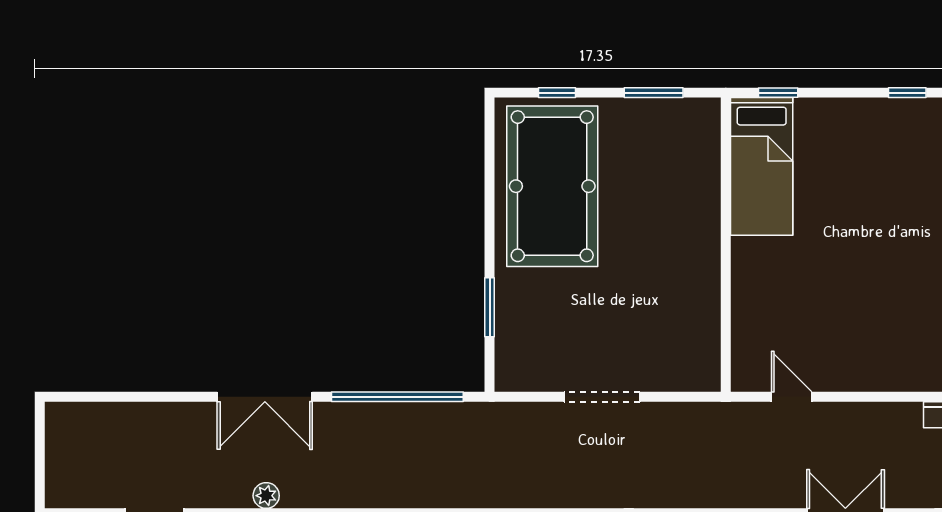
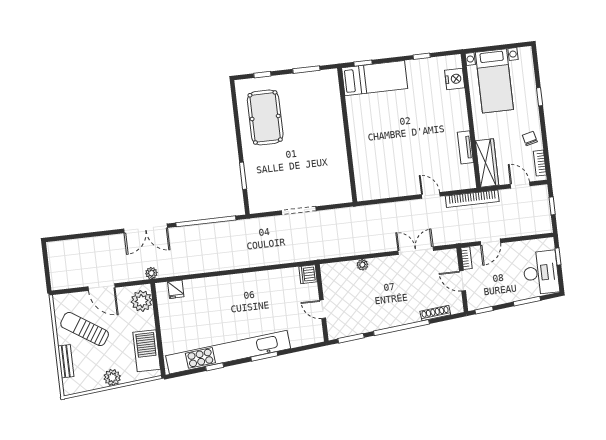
bed: (762, 166) -> (375, 78), moved, turned -90
pool table: (552, 186) -> (265, 117), width x0.73, depth x0.76
door: (792, 397) -> (431, 195), moved

